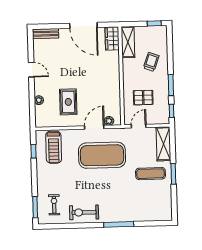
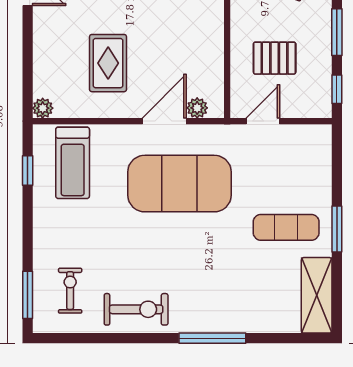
plant: (39, 100) -> (43, 108), moved
shelving: (163, 144) -> (317, 295), moved
exercise bike: (84, 212) -> (136, 309), turned 180

